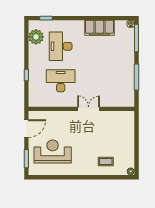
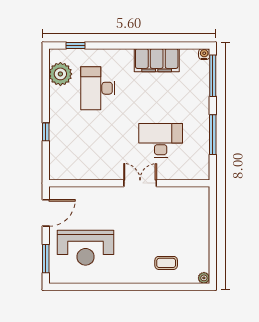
desk: (61, 81) -> (161, 141), moved
reception desk: (53, 151) -> (86, 248), turned 180

